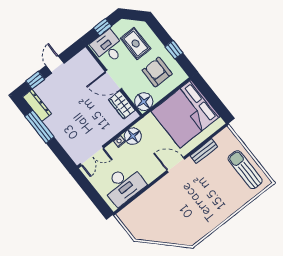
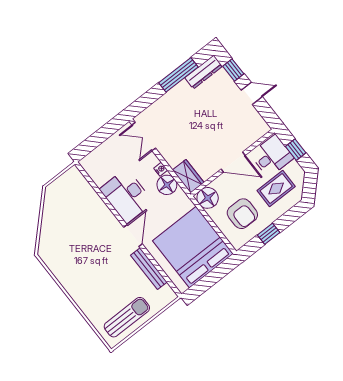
armchair: (157, 72) -> (242, 214), turned 90
door: (113, 80) -> (233, 162), swing flipped
wardrobe: (122, 105) -> (188, 176), moved, turned 90
bench: (204, 151) -> (149, 269), width x1.36
desk: (124, 185) -> (127, 196), moved

